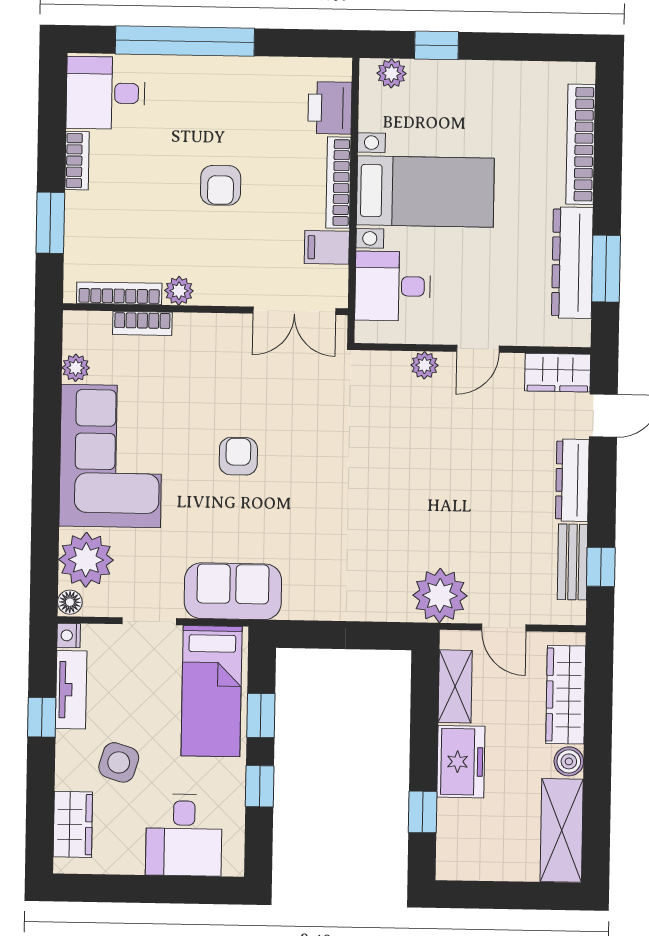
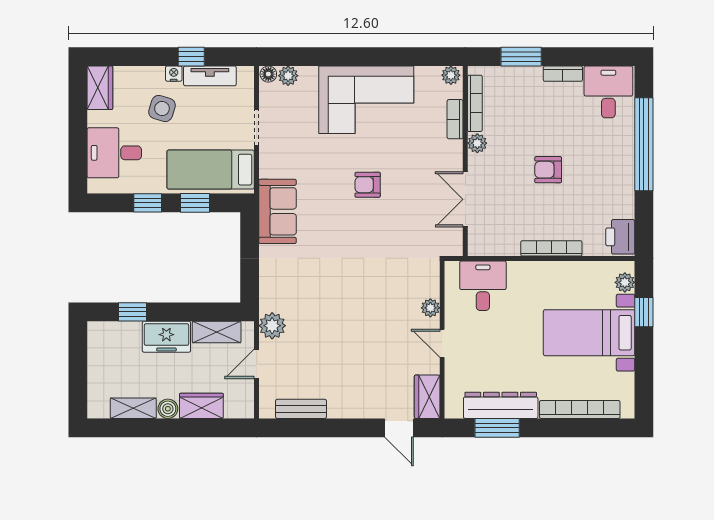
printer: (330, 108) -> (620, 237), moved, turned -90
bed with nightstands: (425, 191) -> (589, 333), moved, turned 90
filing cabinet: (327, 247) -> (508, 241), removed
double door: (294, 311) -> (465, 199), moved
plant: (76, 368) -> (451, 75), moved
armchair: (238, 456) -> (368, 185), turned 180
dresser: (572, 480) -> (356, 408), removed
plant: (86, 560) -> (288, 76), width x0.53, depth x0.53
window: (601, 567) -> (298, 428), removed
sofa: (233, 591) -> (277, 211), moved
plant: (440, 596) -> (272, 326), width x0.73, depth x0.73
nightstand: (69, 636) -> (174, 74), moved
wardrobe: (566, 695) -> (201, 406), width x0.67
wardrobe: (73, 824) -> (100, 88), moved, turned -90
shelving: (562, 830) -> (133, 408), width x0.67, depth x0.75

